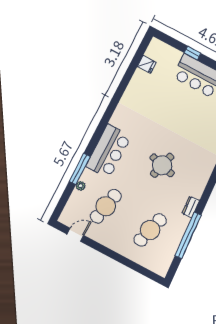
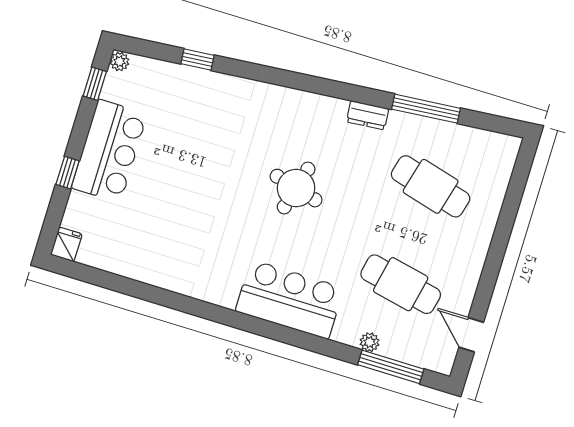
fridge: (147, 64) -> (66, 244), moved
window: (80, 169) -> (391, 367), moved
window: (188, 235) -> (426, 109), width x0.68

